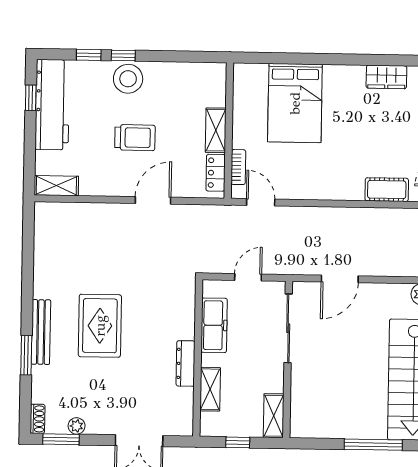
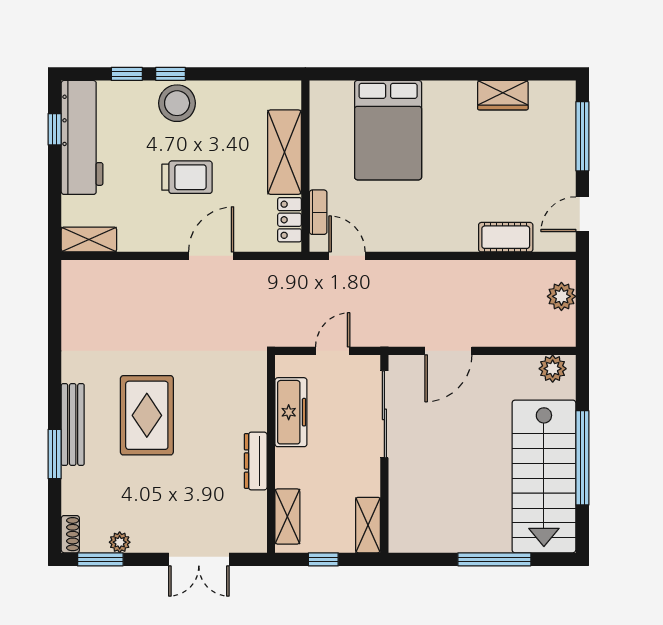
shelving: (216, 130) -> (284, 152), width x1.50, depth x1.33
shelving: (210, 389) -> (287, 516), moved

